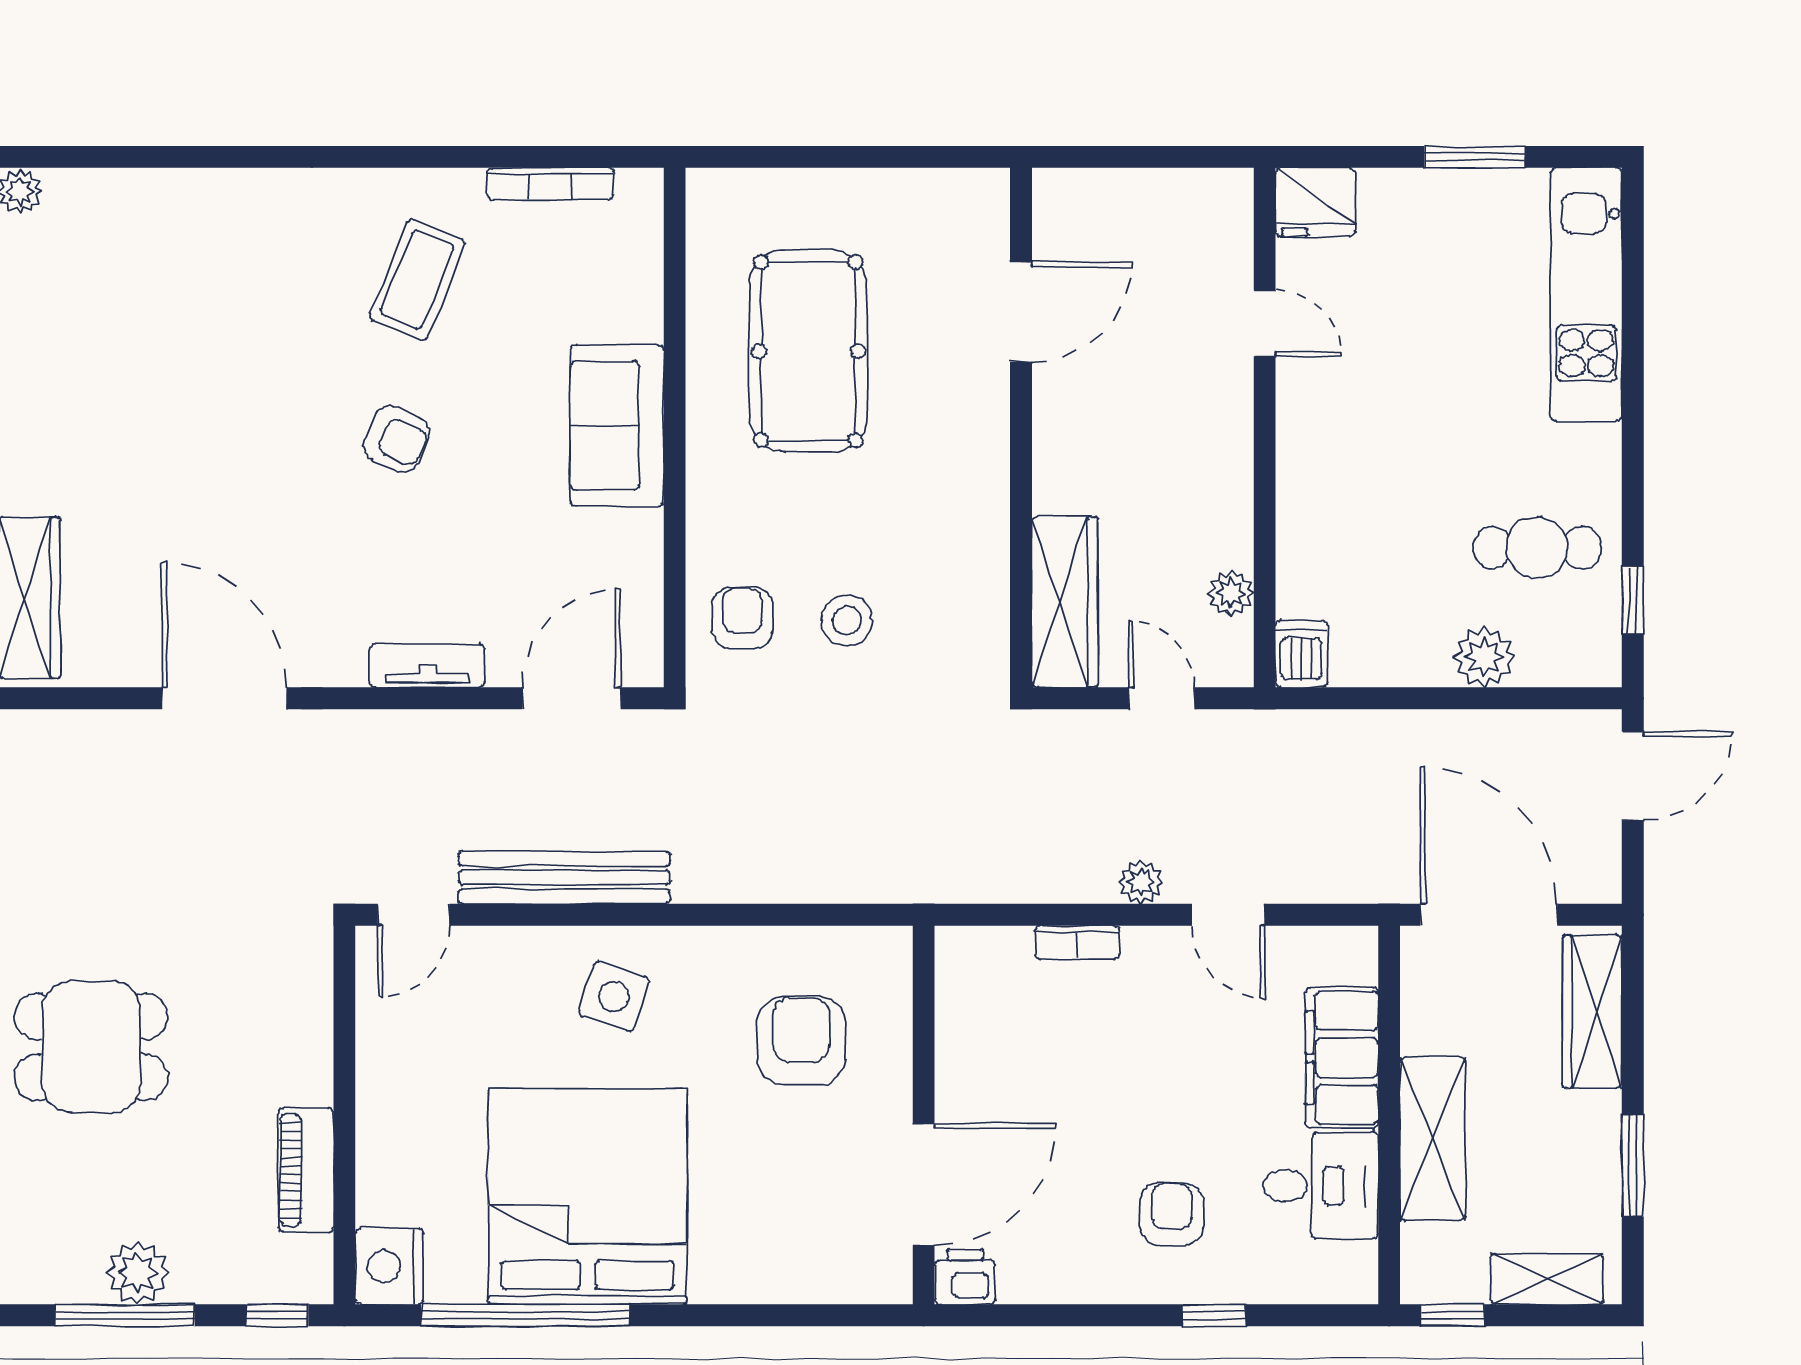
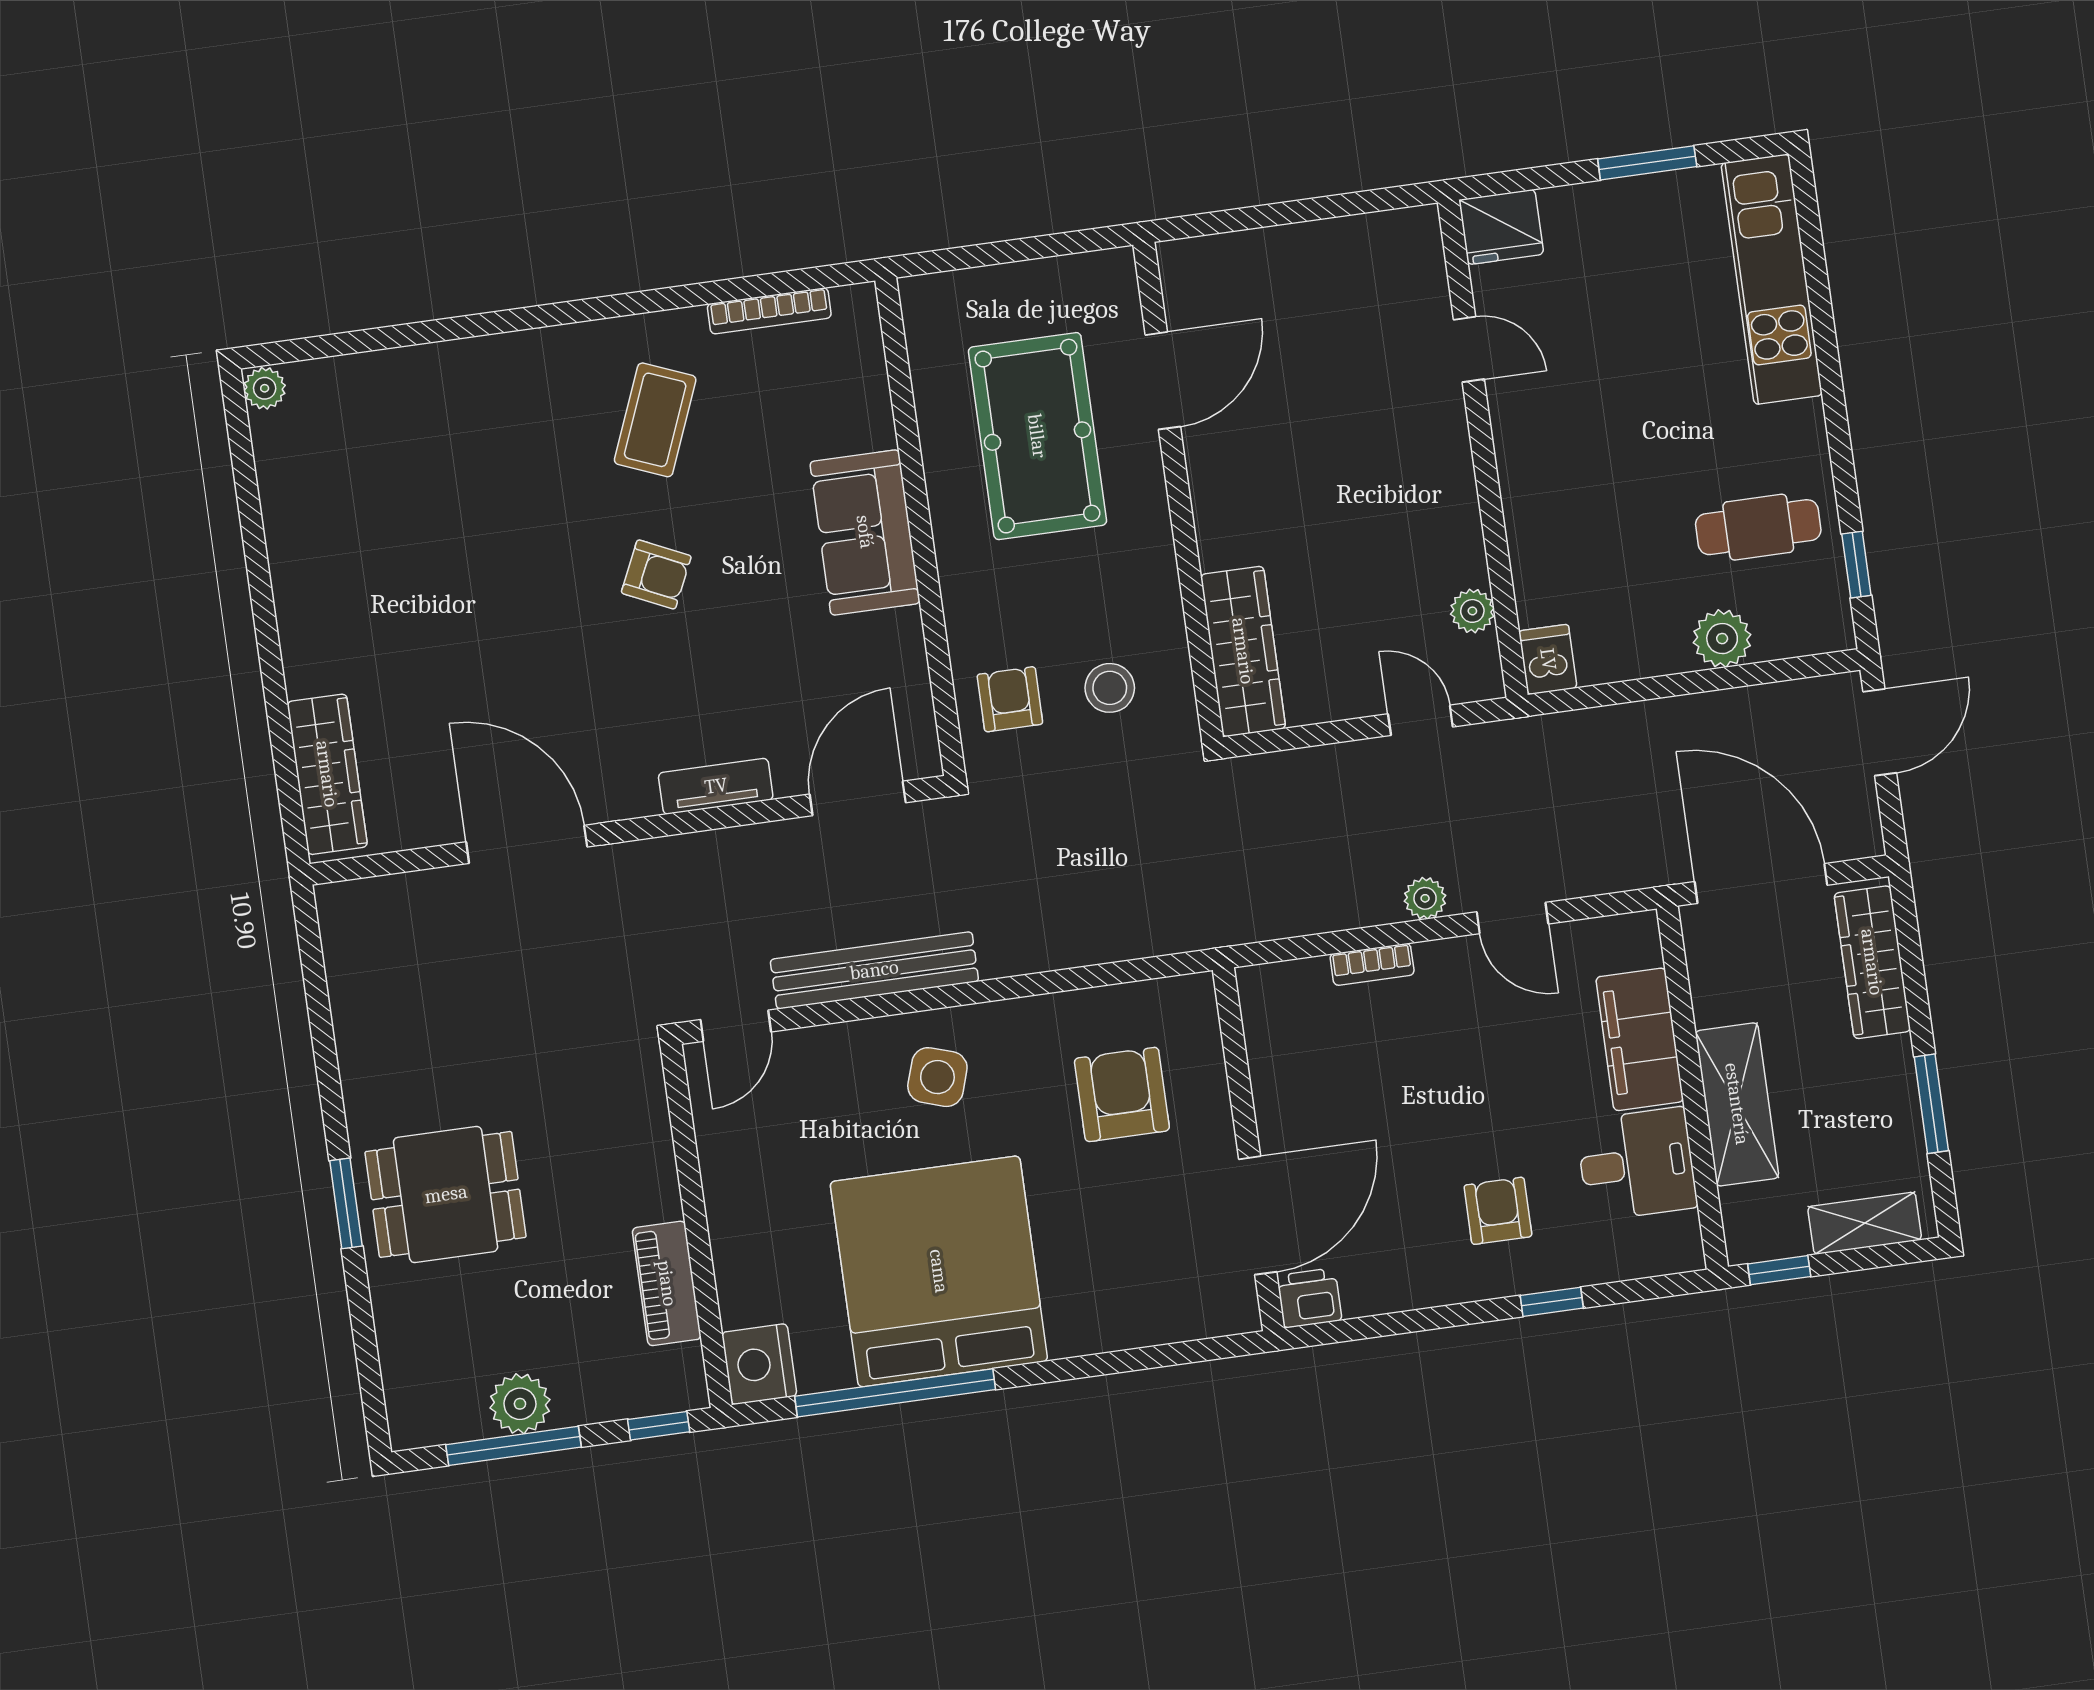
door: (1021, 312) -> (1163, 381), moved
wall: (1021, 428) -> (1178, 491), moved
wardrobe: (1065, 602) -> (1243, 651), moved

